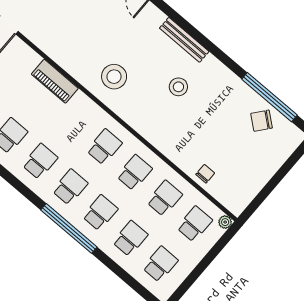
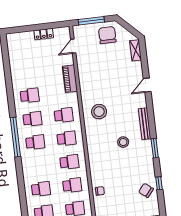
window: (225, 59) -> (155, 148), added
piano: (55, 81) -> (70, 79), moved
window: (269, 97) -> (159, 183), width x0.32
school desk: (100, 213) -> (64, 115), moved
window: (69, 228) -> (15, 137), moved

